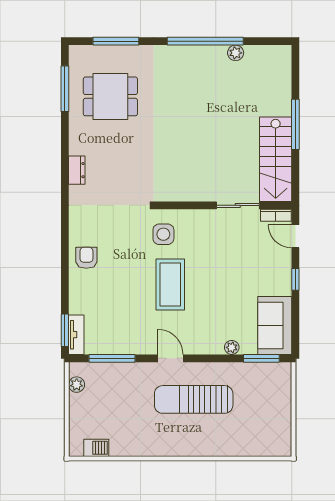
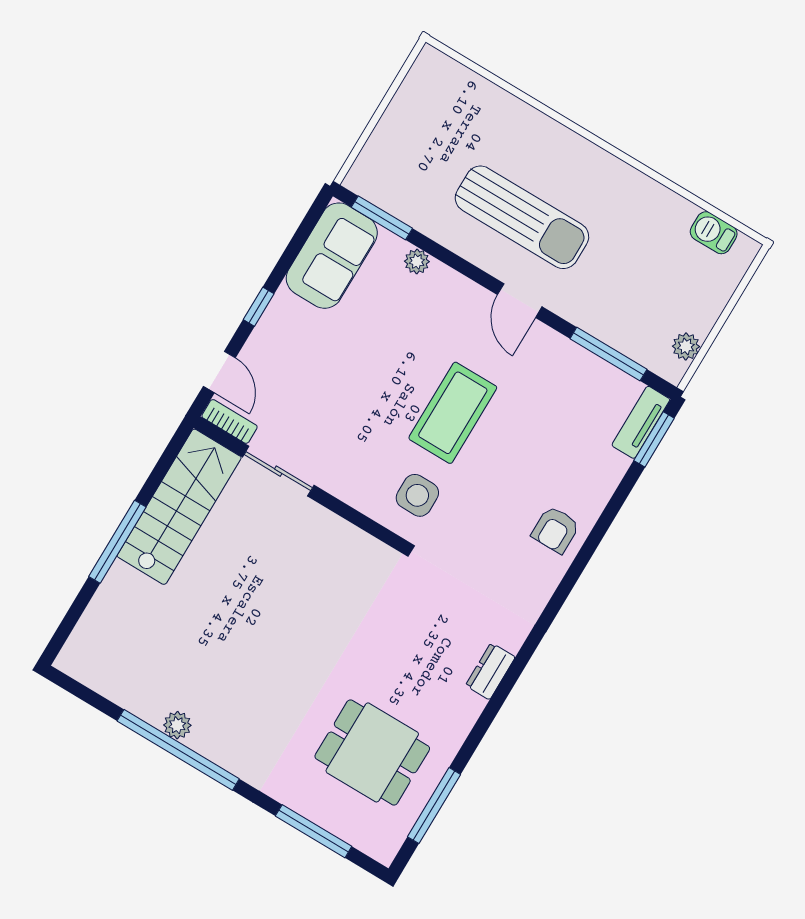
plant: (236, 53) -> (177, 725), moved

